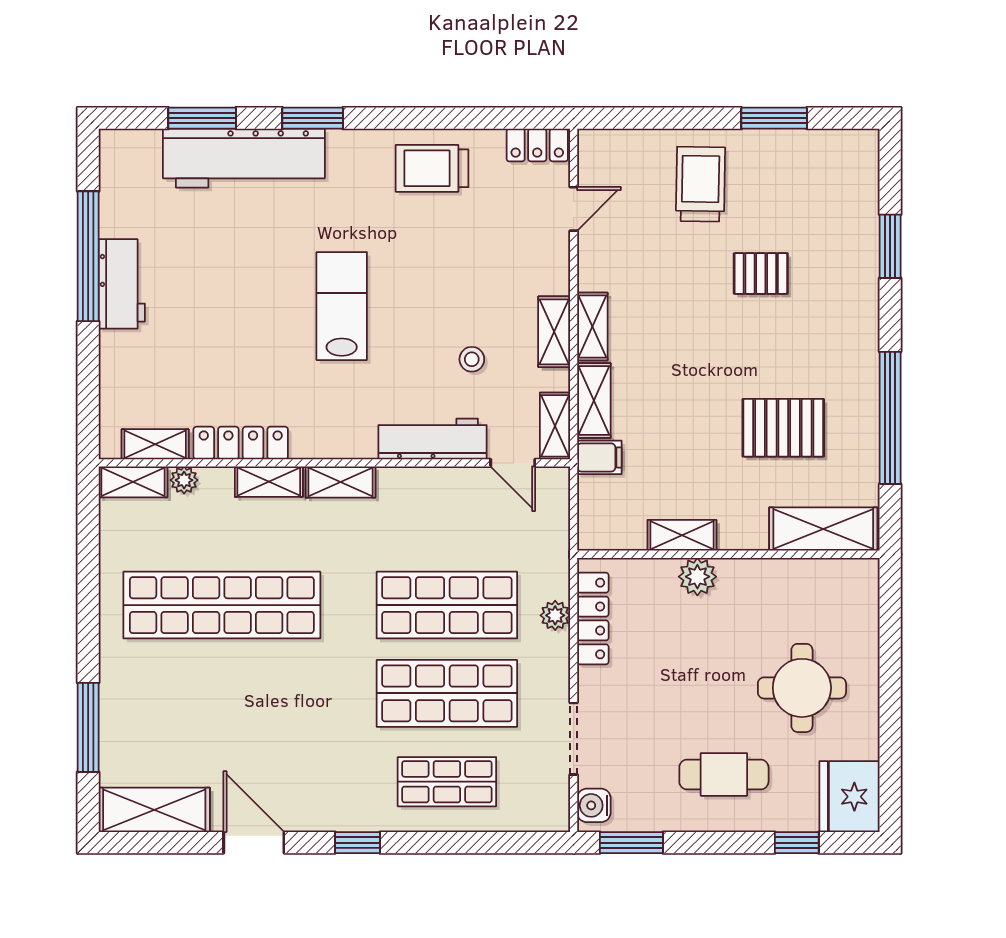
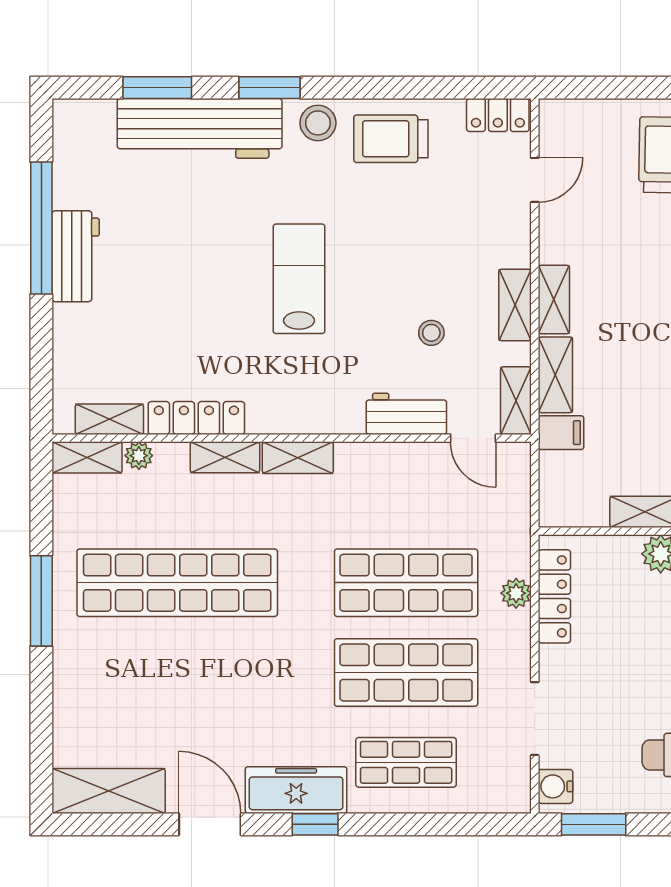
stool: (360, 153) -> (318, 123), added
workbench: (432, 439) -> (406, 414), width x0.73
window: (88, 727) -> (41, 601), moved
freezer: (339, 809) -> (296, 790), added

